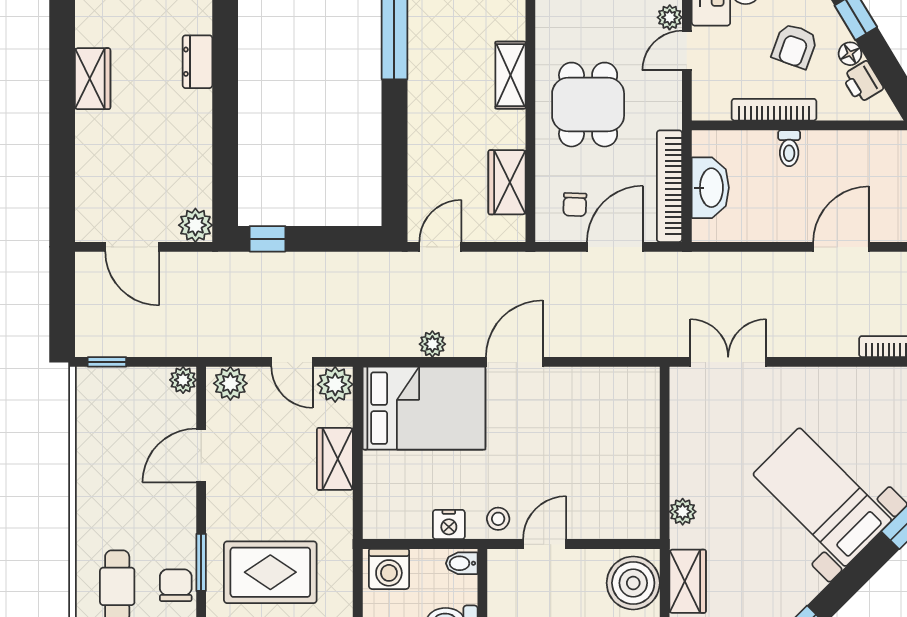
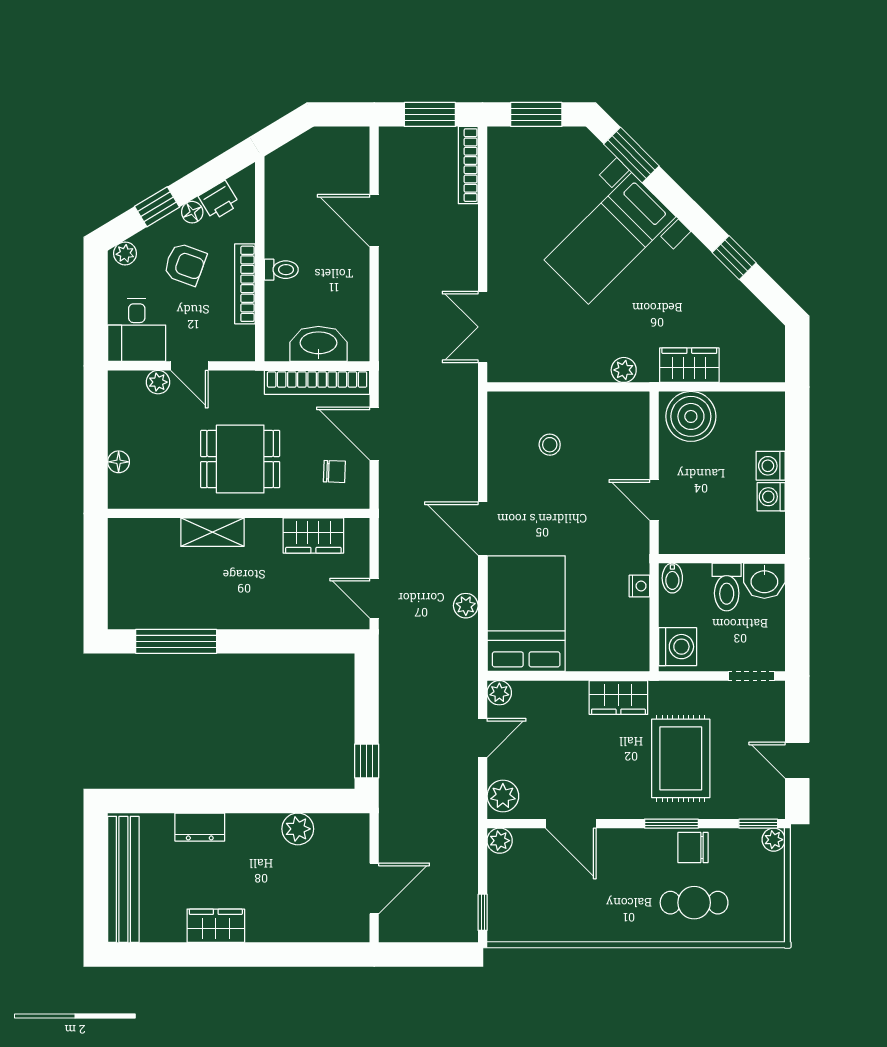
plant: (195, 225) -> (298, 829), moved
plant: (335, 384) -> (499, 693), width x0.73, depth x0.73
wardrobe: (335, 459) -> (618, 697), moved
stool: (498, 519) -> (550, 445), moved
nightstand: (449, 525) -> (639, 586), width x0.72, depth x0.74

